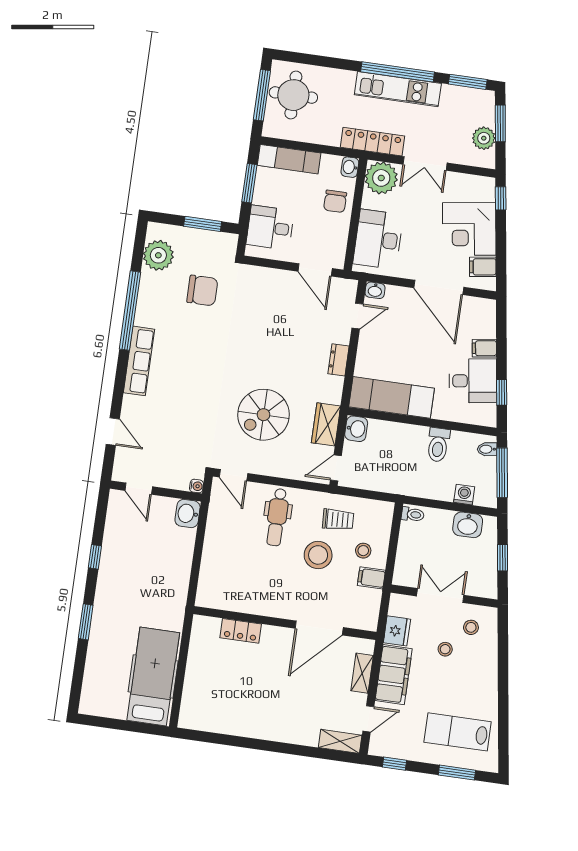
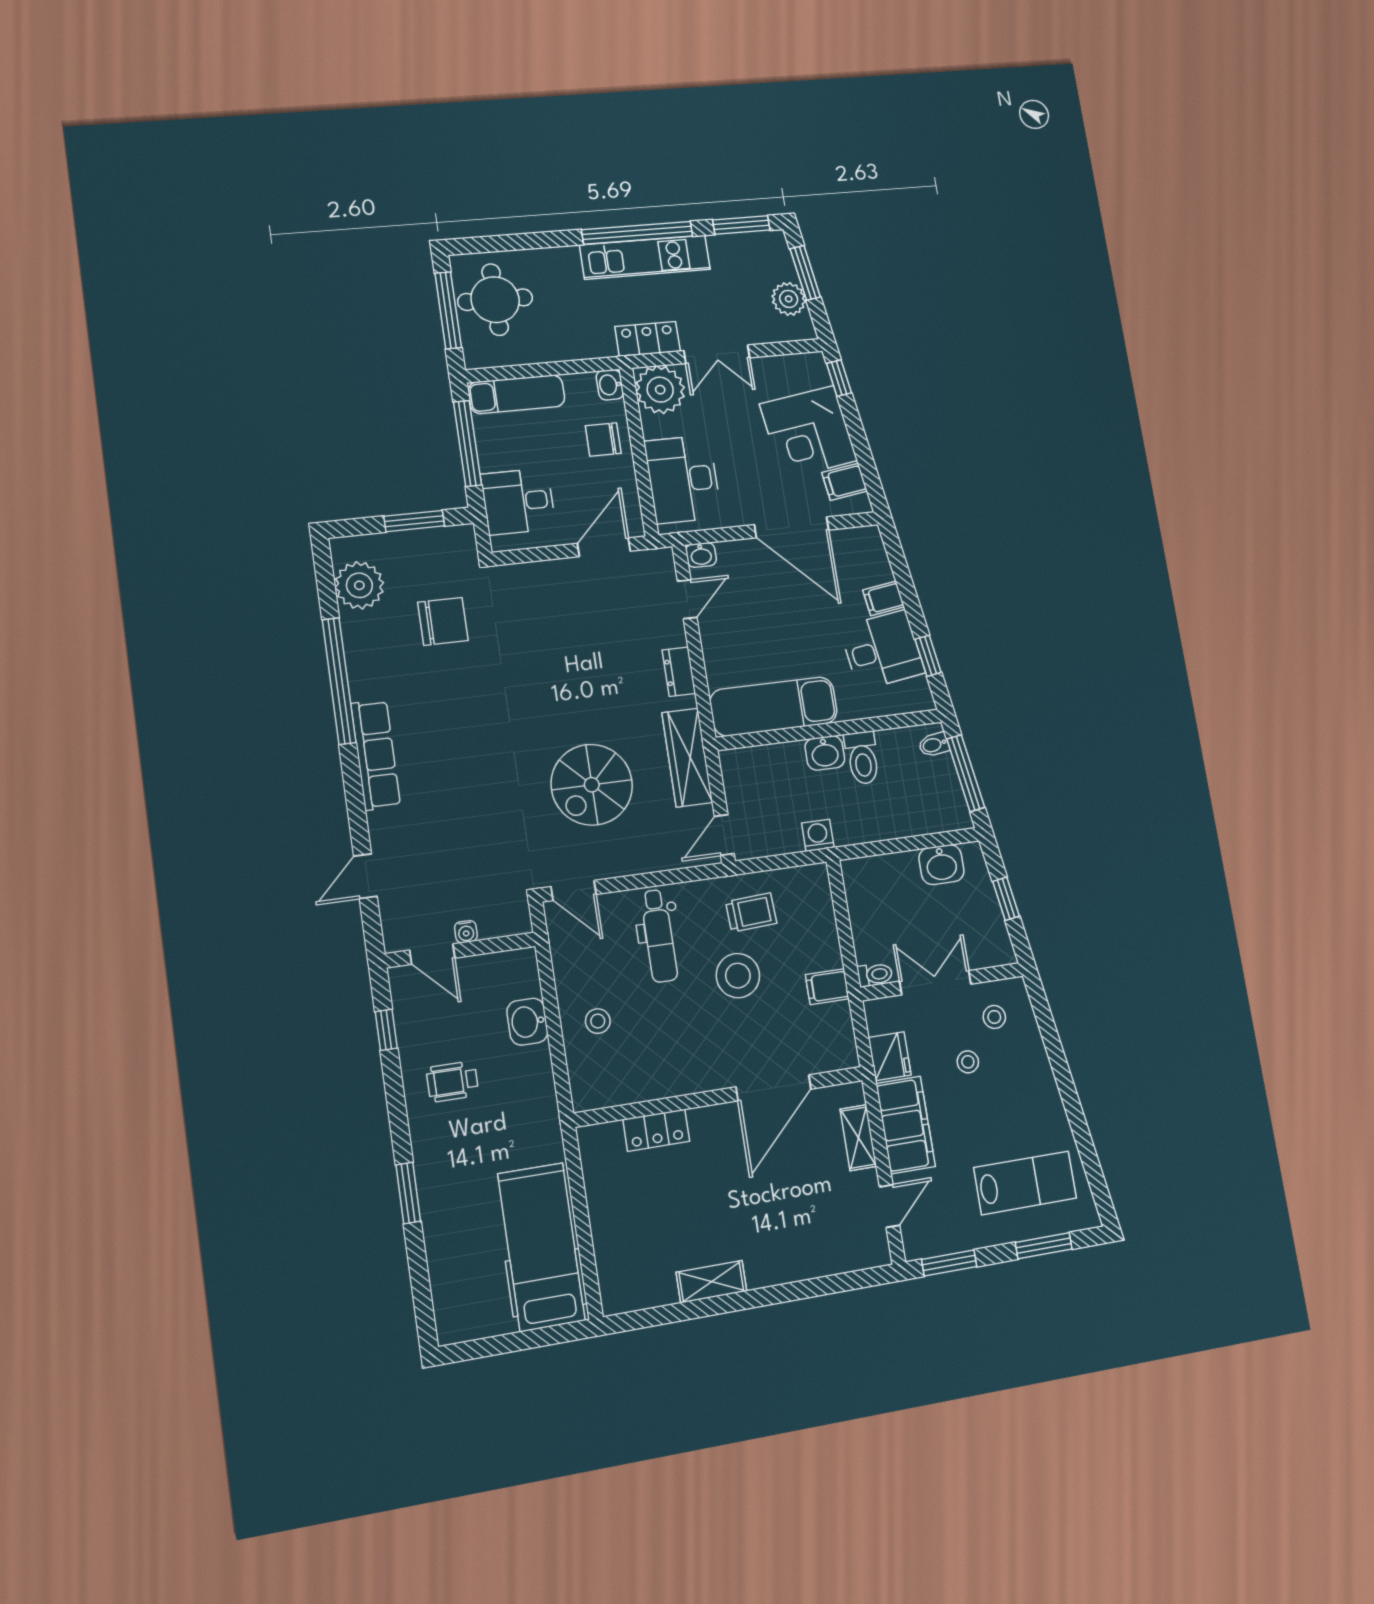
locker: (373, 142) -> (648, 339), width x0.66
window: (249, 183) -> (467, 443), width x1.44
chair: (335, 201) -> (603, 439), turned 90
door: (315, 270) -> (604, 547), swing flipped
wardrobe: (326, 424) -> (687, 758), width x1.50
washbasin: (356, 429) -> (825, 753), moved, turned 90
door: (113, 432) -> (365, 876), swing flipped
water cooler: (197, 486) -> (466, 932), moved, turned 90
washing machine: (464, 495) -> (818, 835), moved
washbasin: (188, 514) -> (527, 1022), moved
toilet: (413, 514) -> (875, 975), moved
stool: (363, 551) -> (598, 1021), moved
window: (95, 557) -> (386, 1030), moved
wheelchair: (129, 566) -> (452, 1082), added
lab bench: (458, 732) -> (1025, 1183), turned 180
shelving: (340, 741) -> (711, 1282), moved
window: (394, 764) -> (949, 1263), width x1.50

